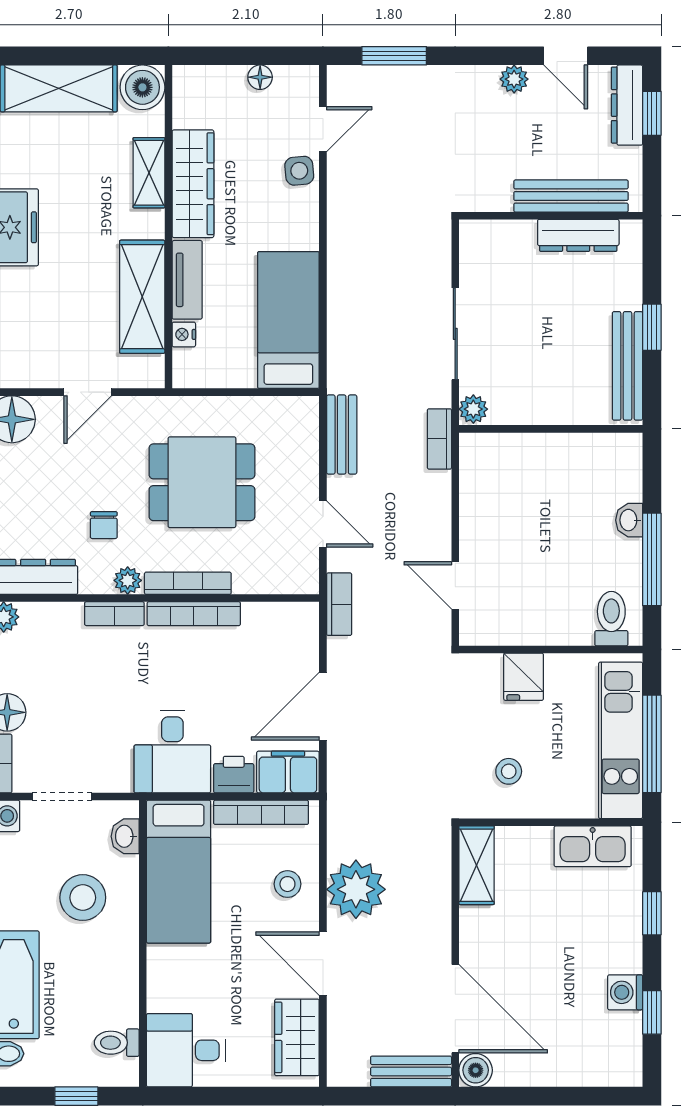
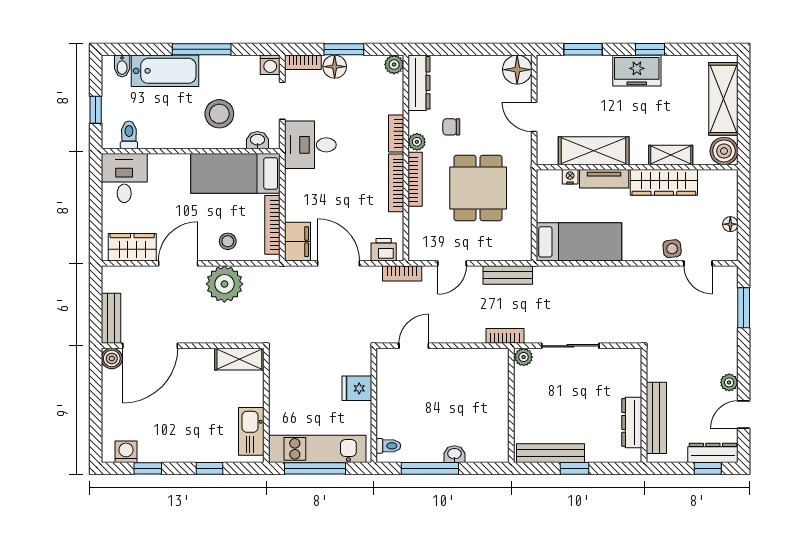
toilet: (611, 619) -> (388, 446), width x0.73, depth x0.72
desk: (172, 752) -> (310, 145), moved
stool: (509, 771) -> (298, 379), removed
printer: (234, 775) -> (384, 250), moved, turned -90
washing machine: (625, 992) -> (126, 452), moved

